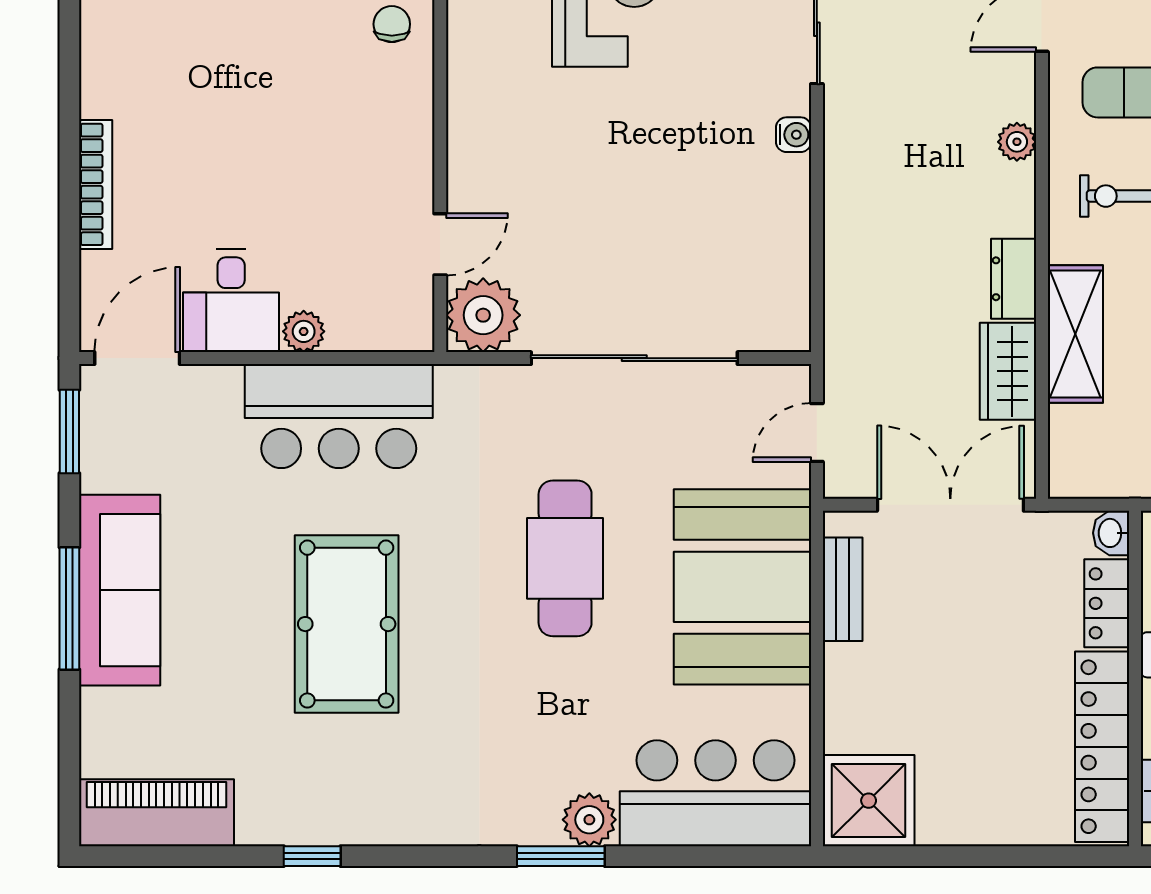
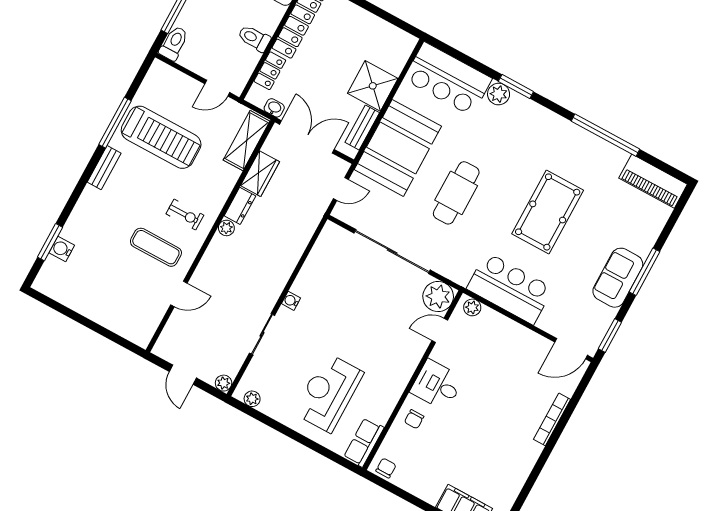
plant: (1017, 142) -> (226, 228), moved
desk: (231, 301) -> (437, 385), moved, turned -90
plant: (304, 331) -> (472, 307), moved
shelving: (1075, 334) -> (247, 141), moved
double door: (950, 505) -> (307, 137), swing flipped
washbasin: (1111, 533) -> (274, 108), moved, turned -90
sofa: (120, 590) -> (618, 278), width x0.73
shower: (869, 801) -> (373, 86), moved
window: (312, 856) -> (605, 135), width x3.17

